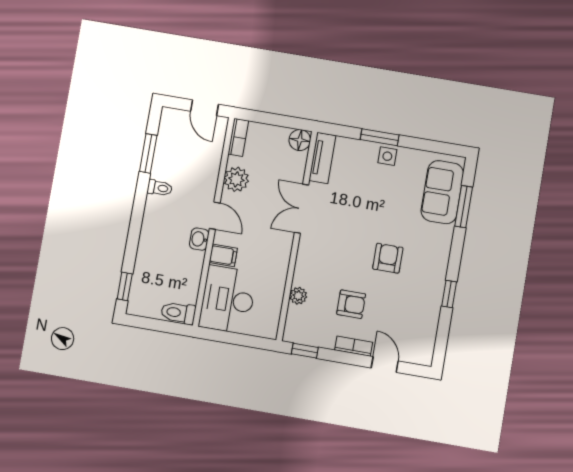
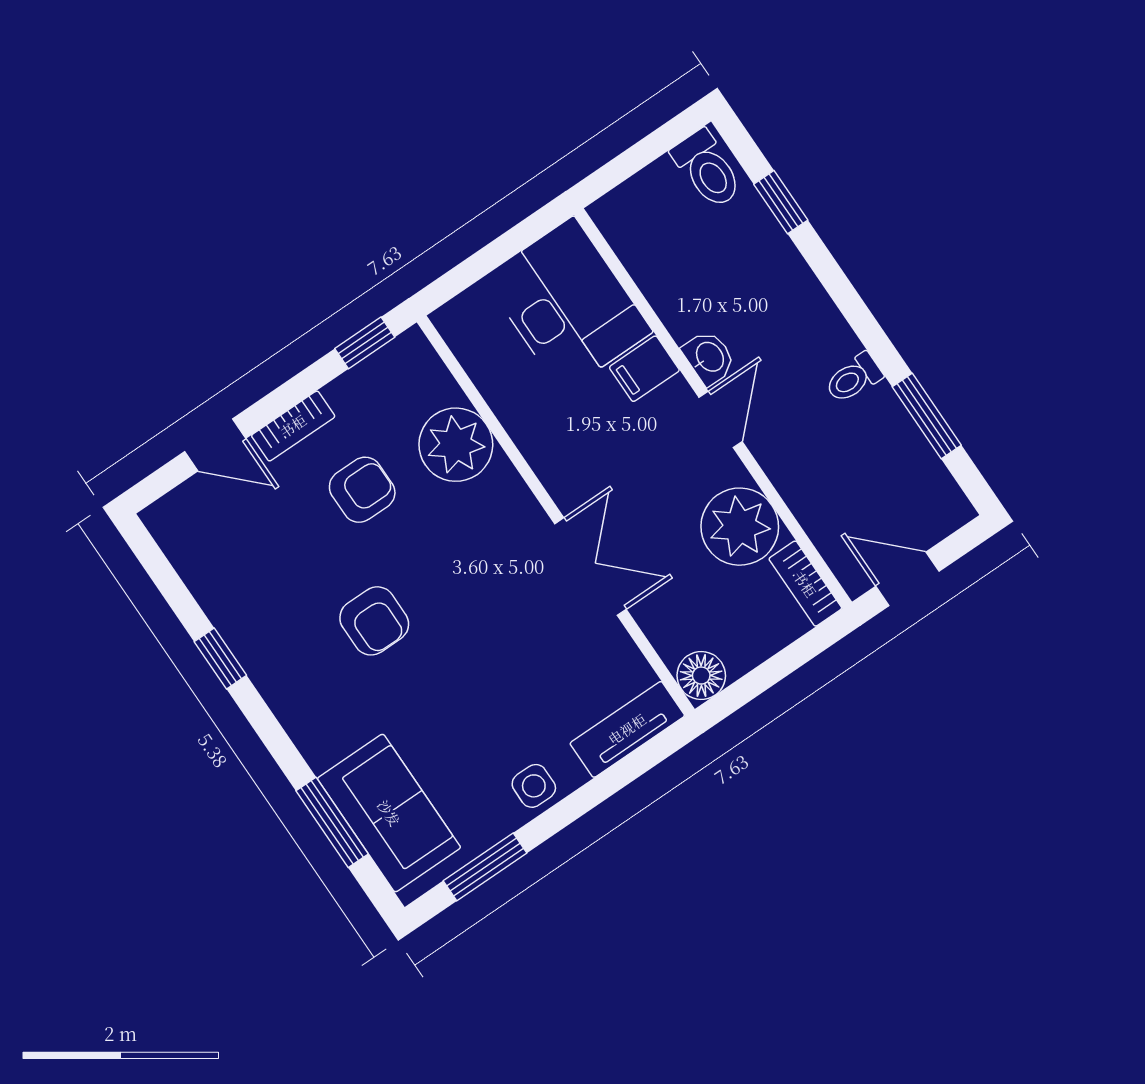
window: (380, 137) -> (485, 867), moved
tv unit: (322, 158) -> (627, 729), moved, turned 90
plant: (236, 179) -> (740, 527), width x1.36, depth x1.36
door: (215, 216) -> (721, 420), swing flipped
window: (125, 286) -> (781, 202), moved
plant: (298, 296) -> (456, 445), width x1.87, depth x1.87
armchair: (351, 304) -> (362, 490), turned 180
toilet: (178, 313) -> (707, 169), moved, turned 90

